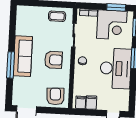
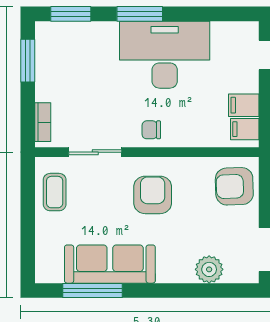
corner desk: (112, 25) -> (67, 68), removed
sofa: (23, 56) -> (110, 264), moved
window: (11, 65) -> (92, 290), moved
plant: (19, 83) -> (209, 269), added

